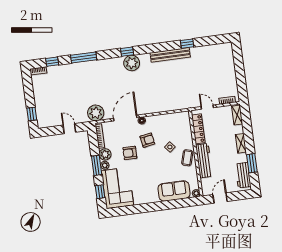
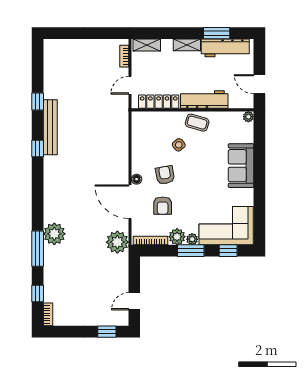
window: (127, 52) -> (38, 149), moved
plant: (132, 63) -> (54, 234), moved
door: (69, 129) -> (134, 301), moved
armchair: (130, 153) -> (163, 206), moved
workbench: (243, 175) -> (225, 48), width x1.38
sofa: (174, 191) -> (241, 166), moved

